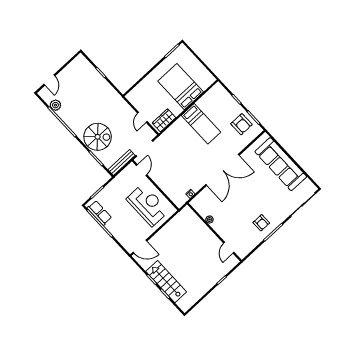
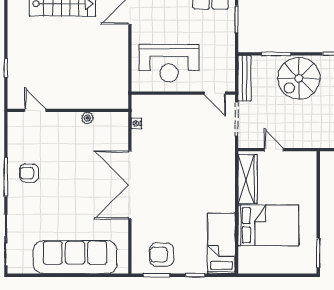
wardrobe: (164, 120) -> (248, 179), width x1.50
bed: (201, 124) -> (221, 243), moved, turned 90

